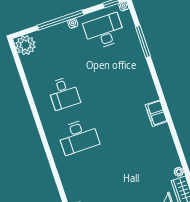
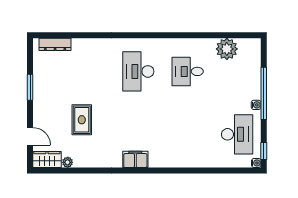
window: (143, 42) -> (213, 170), removed
plant: (26, 45) -> (227, 49), moved
rug: (137, 172) -> (82, 120), added

